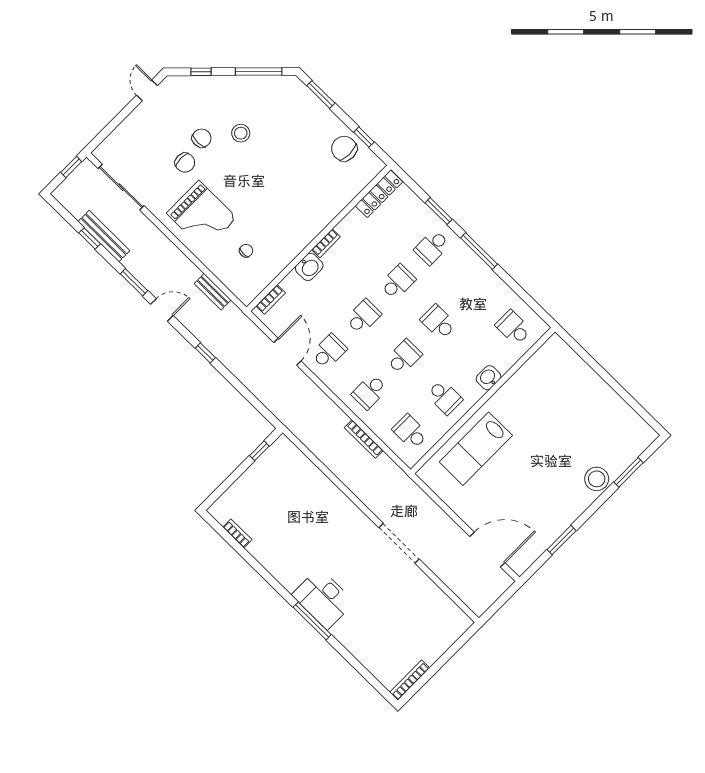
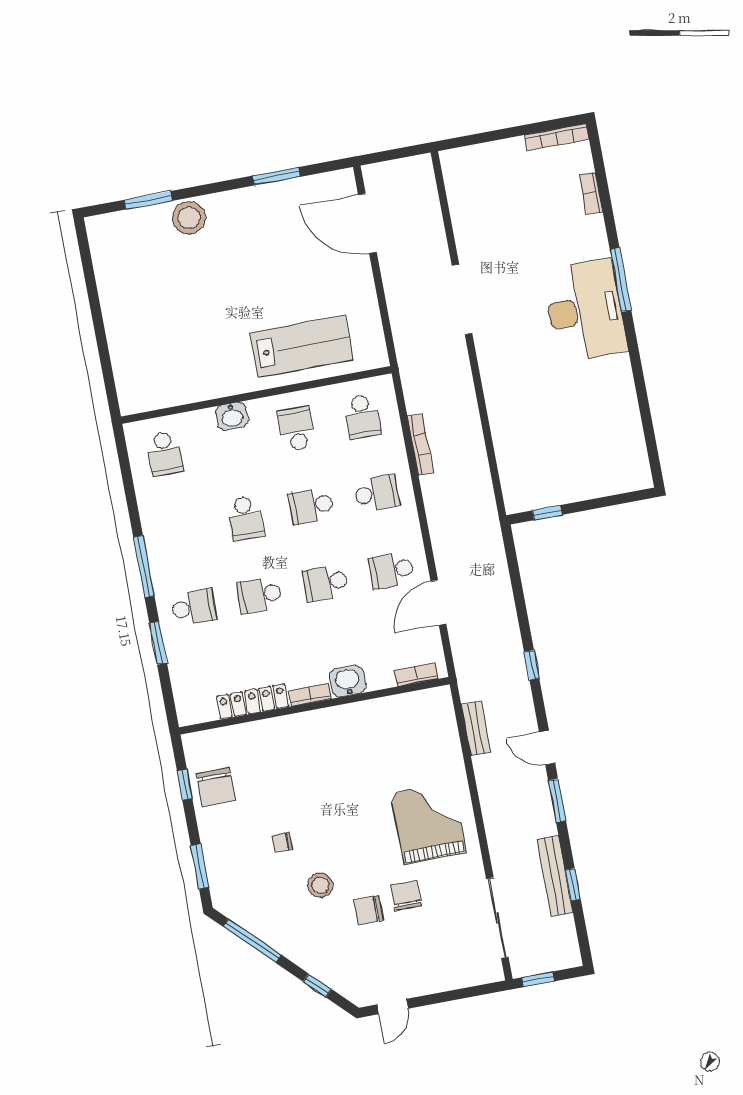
locker: (379, 194) -> (253, 702), moved
chair: (246, 251) -> (282, 842), moved
bookcase: (237, 533) -> (591, 193), moved
desk: (323, 599) -> (585, 310), width x1.36, depth x1.30

